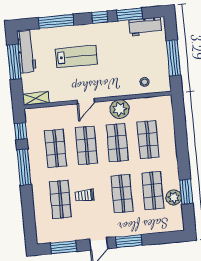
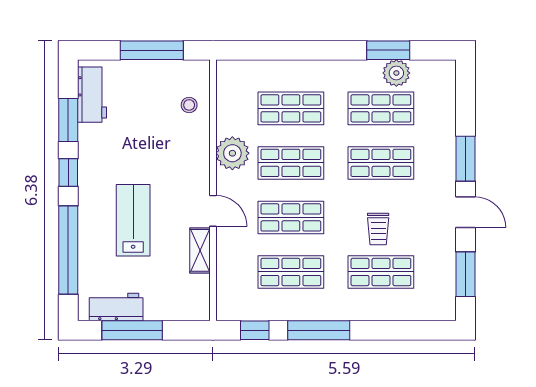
window: (56, 21) -> (68, 250), width x1.46
workbench: (26, 51) -> (116, 307), width x0.73
shelving: (36, 98) -> (200, 250), moved

